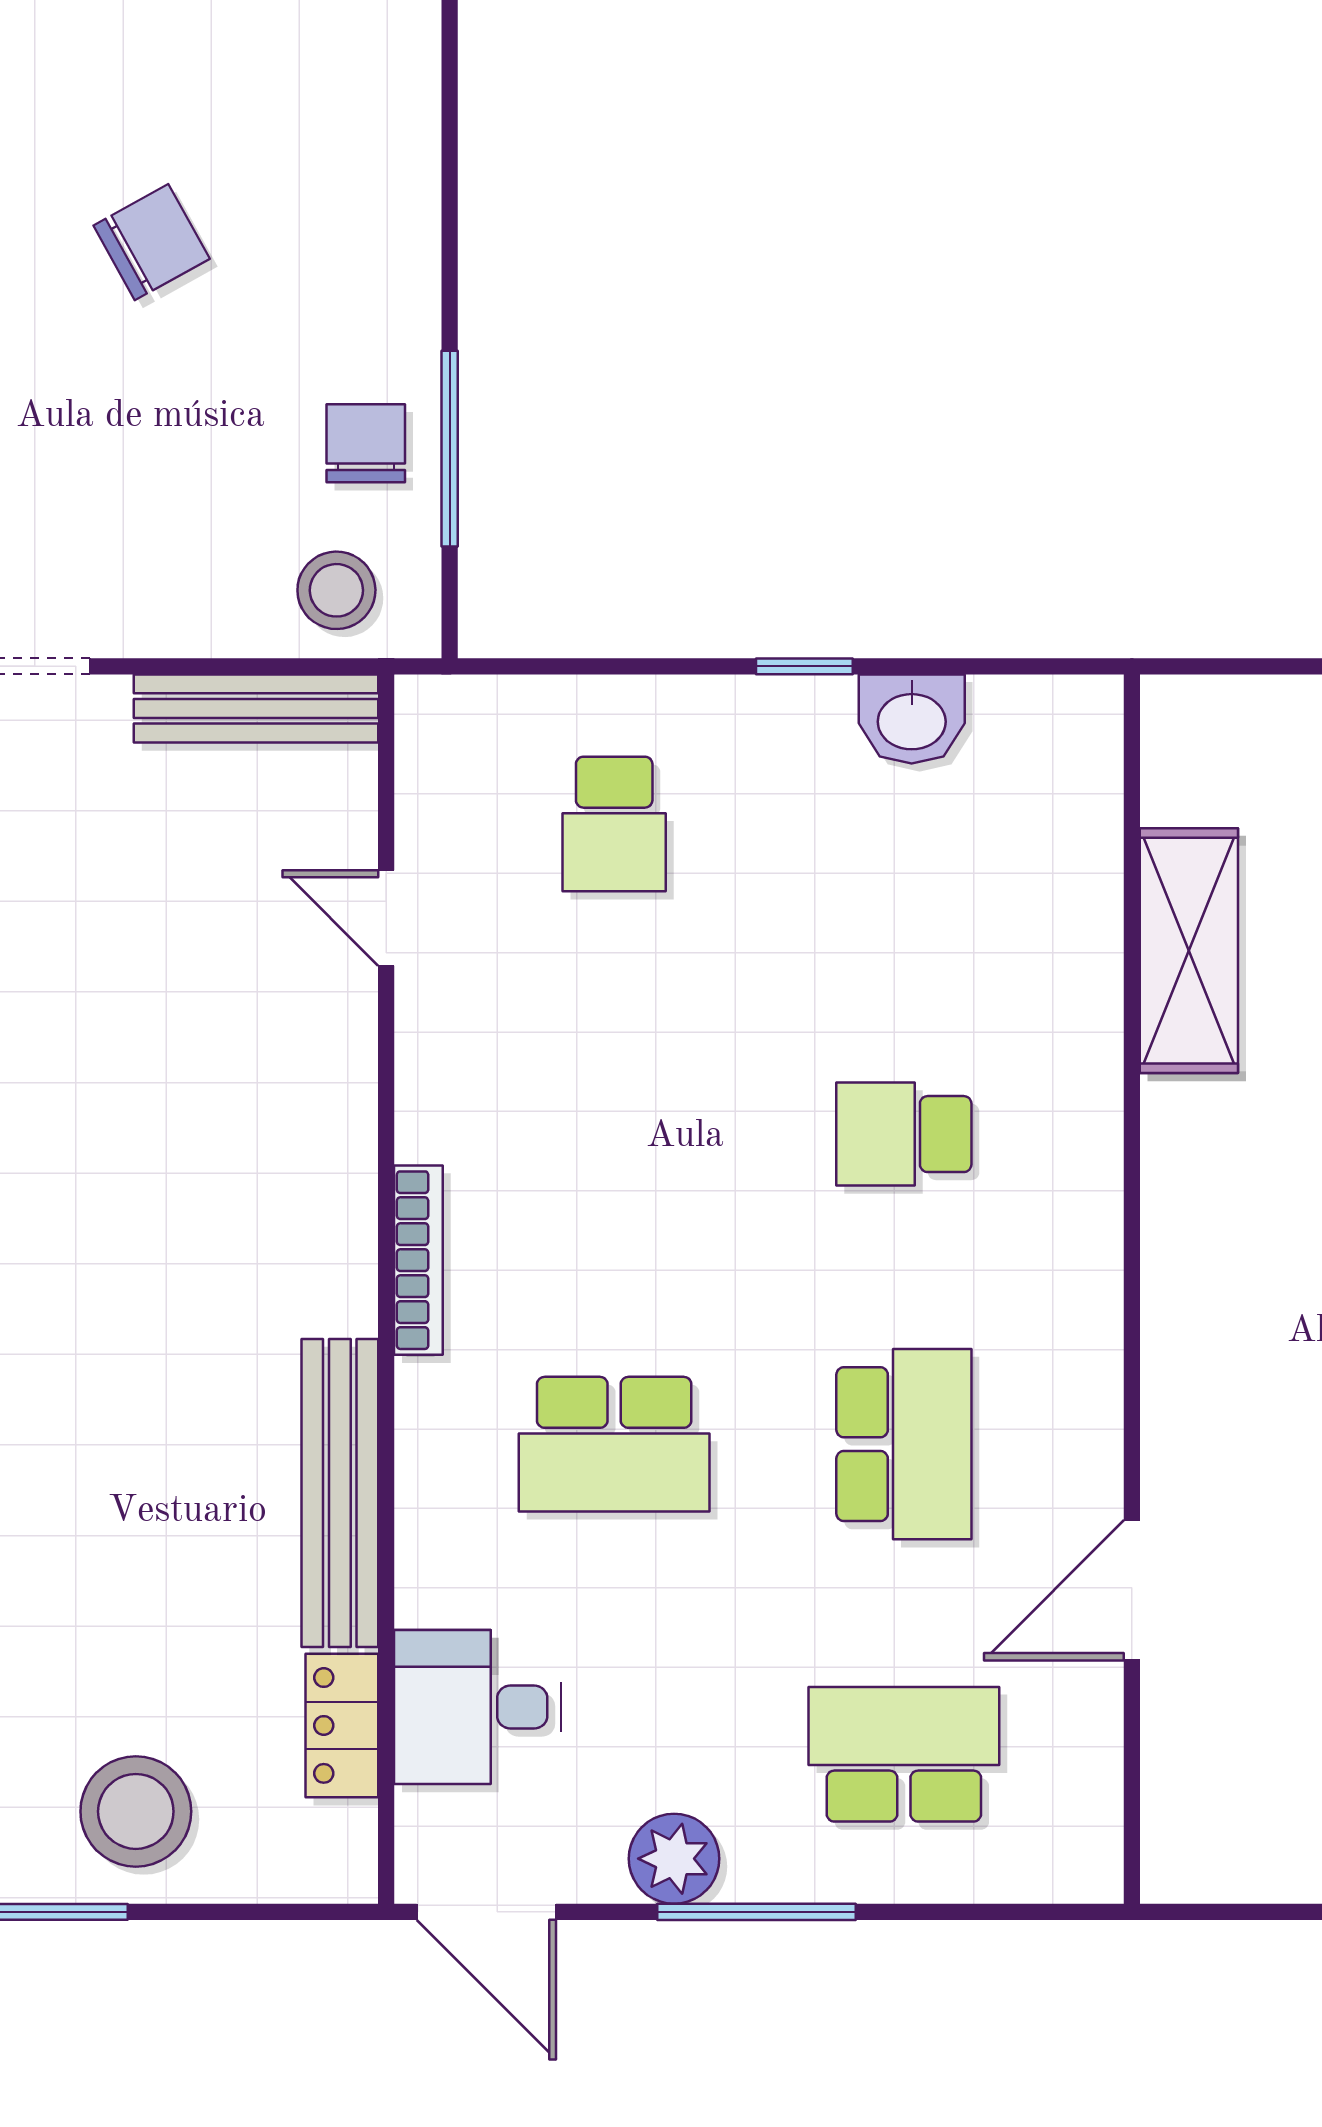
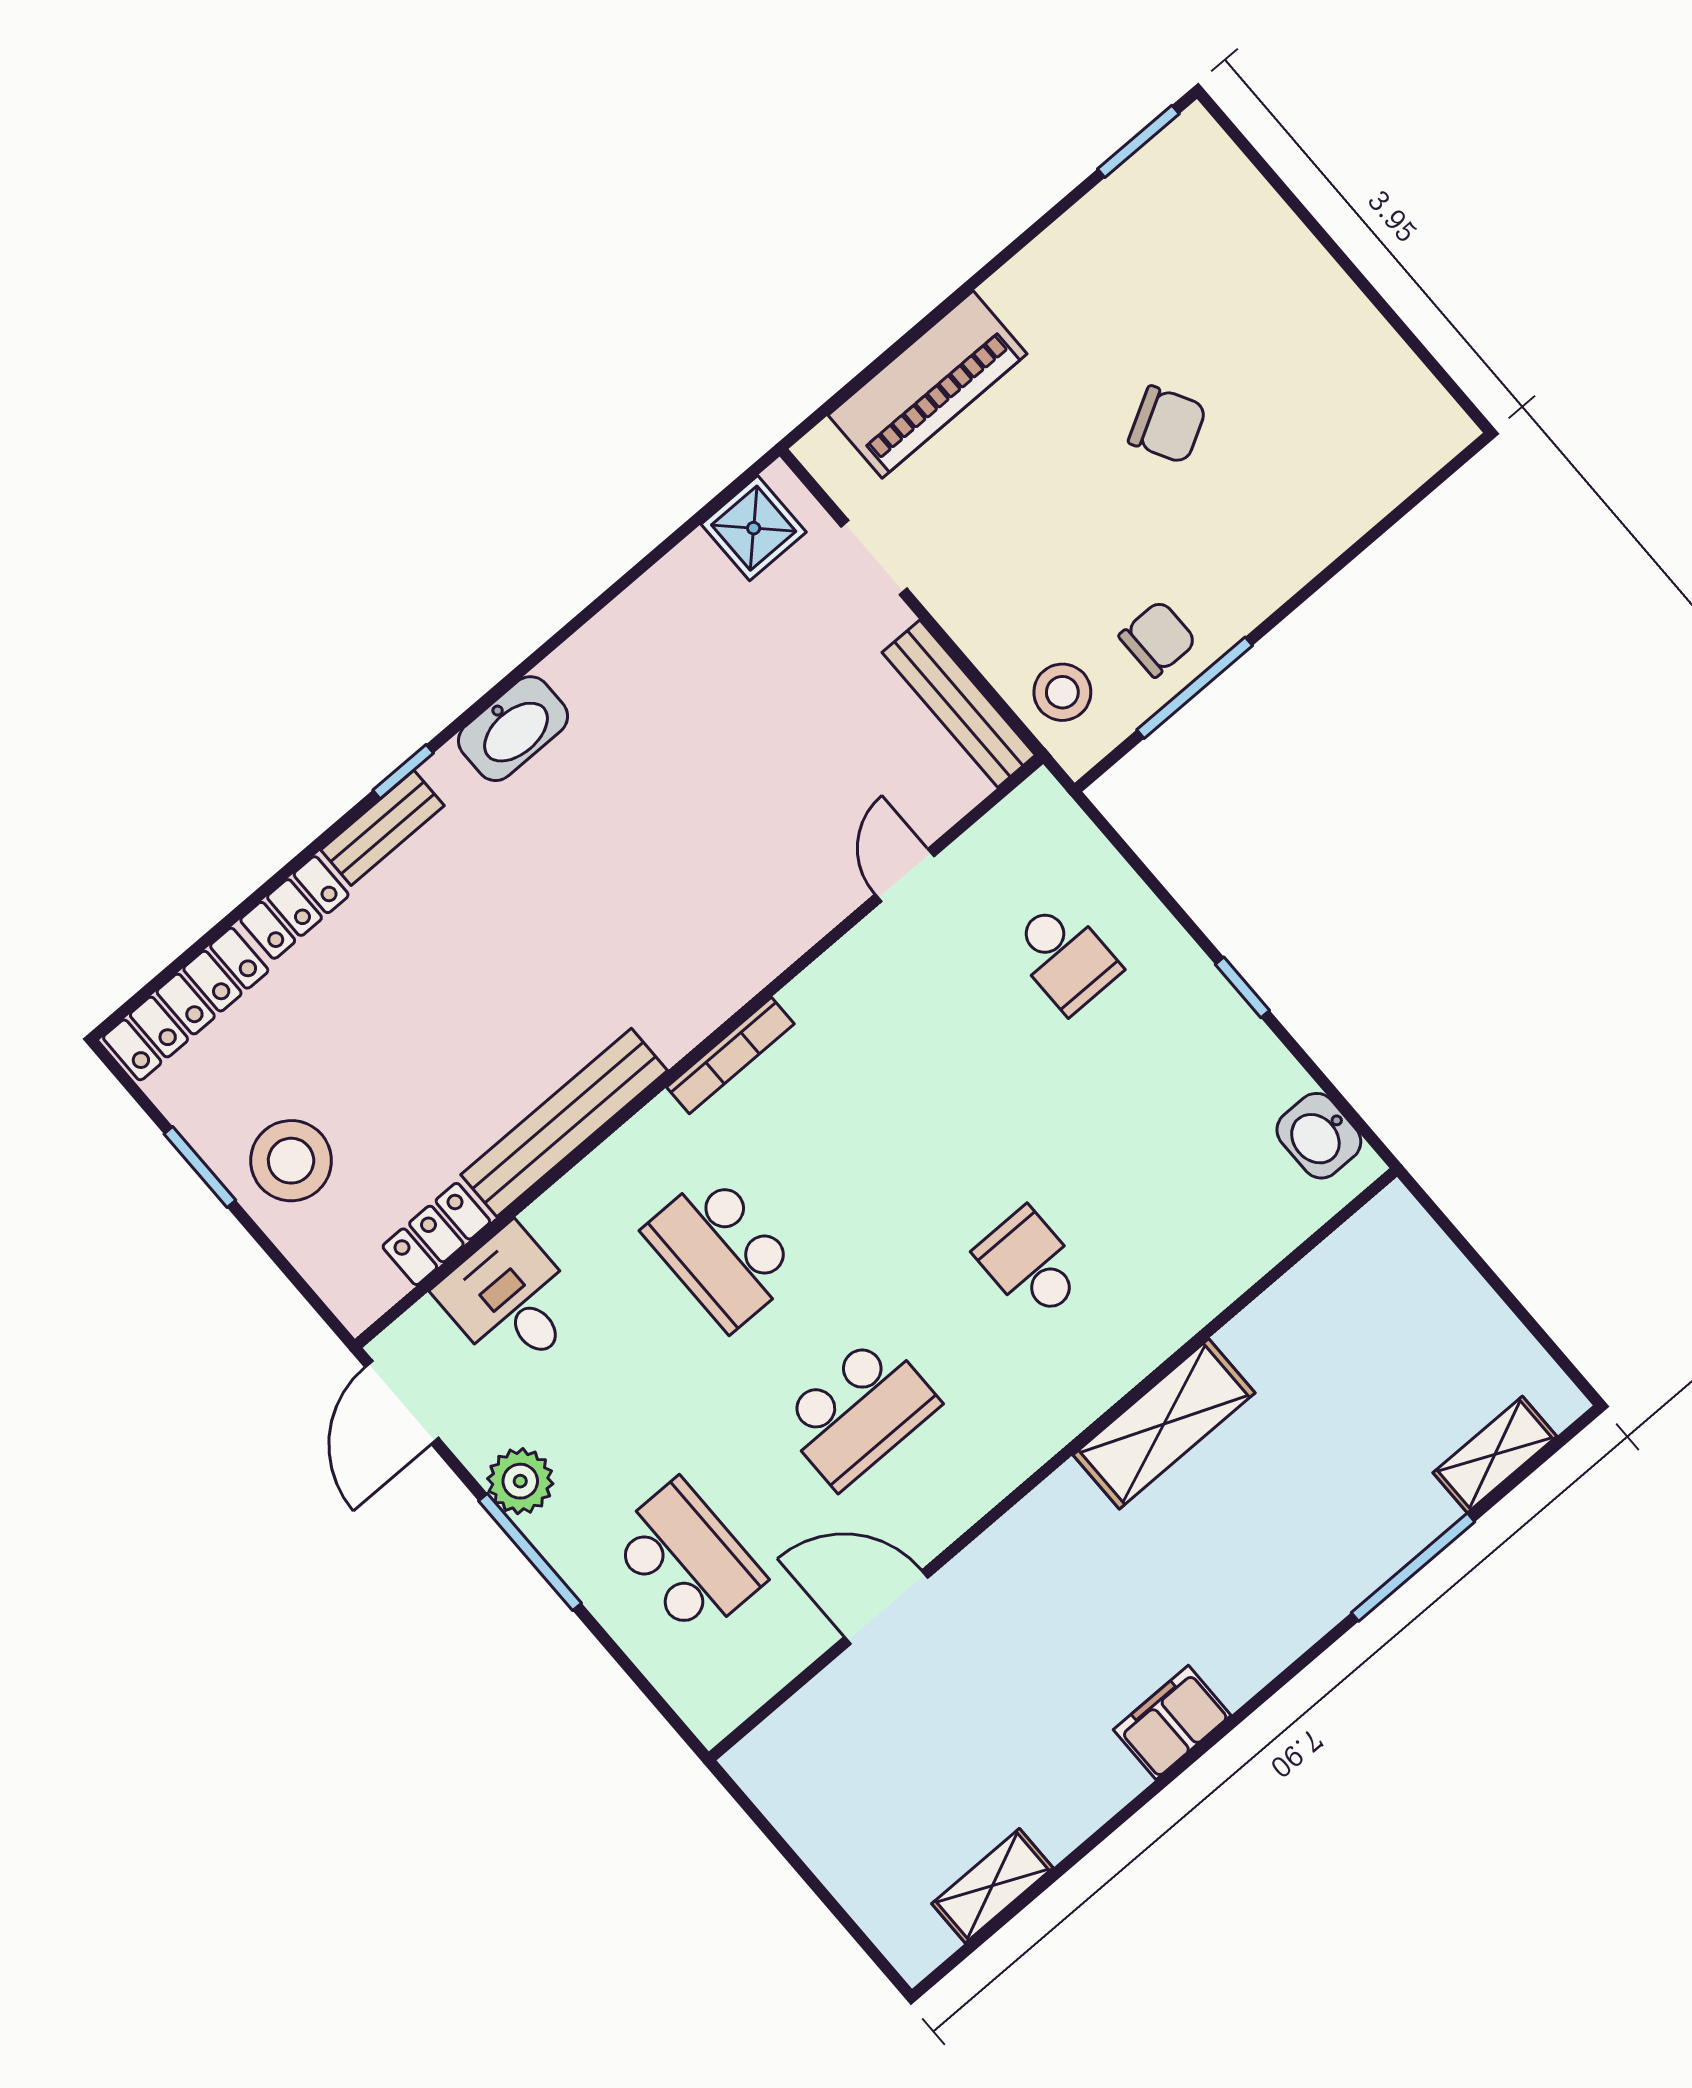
washbasin: (912, 719) -> (1319, 1136), moved
school desk: (614, 824) -> (1065, 957), turned -90
shelving: (1189, 951) -> (1164, 1424), moved

